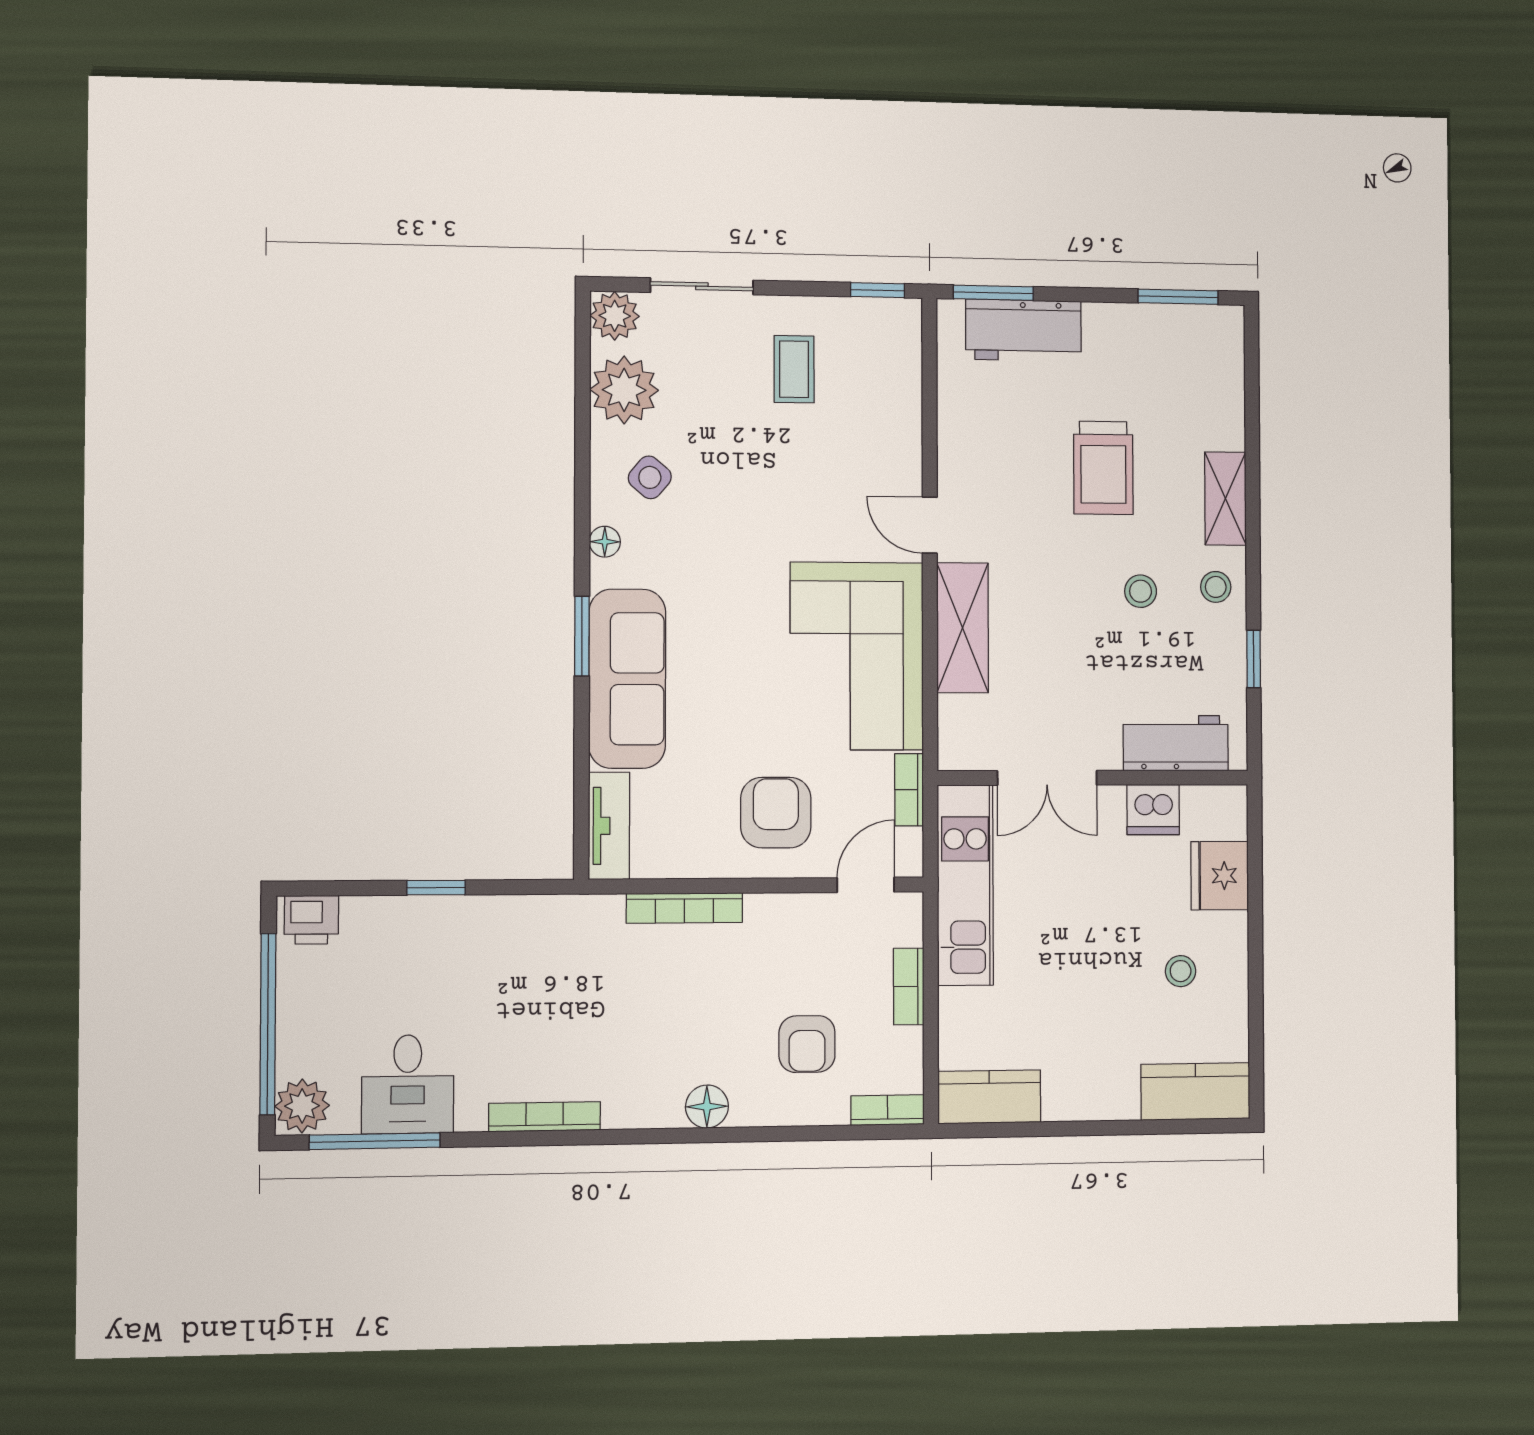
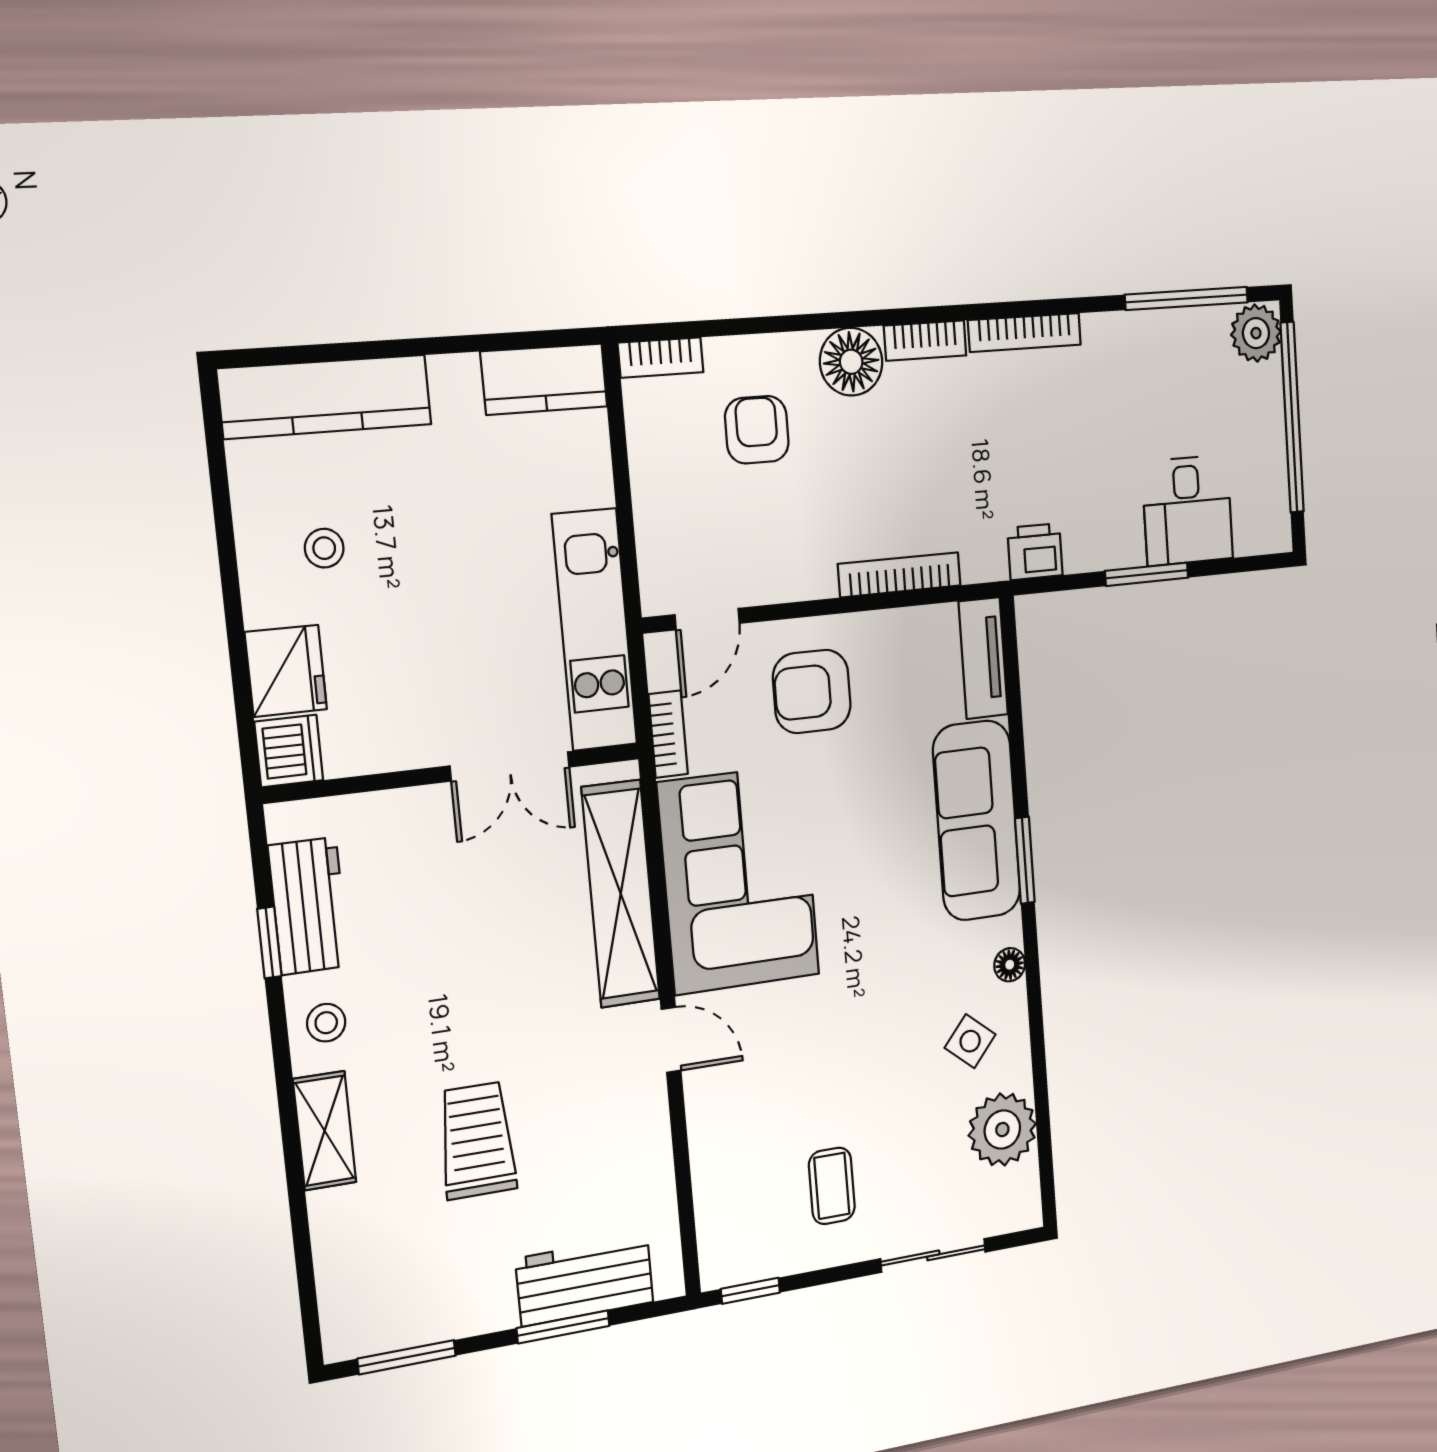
window: (993, 293) -> (563, 1327), moved
plant: (615, 316) -> (1017, 1206), removed
stool: (1141, 591) -> (419, 1003), removed
shelving: (963, 628) -> (621, 894), width x1.47
workbench: (1176, 743) -> (309, 906), moved, turned -90
double door: (1047, 778) -> (510, 766), swing flipped
dishwasher: (1153, 810) -> (289, 751), moved, turned 90
armchair: (776, 813) -> (812, 691), turned 90
window: (436, 888) -> (1147, 574), width x1.50
printer: (311, 920) -> (1035, 552), moved
bookcase: (909, 986) -> (925, 341), moved, turned 90
desk: (408, 1084) -> (1188, 510), moved, turned 180
kitchen counter: (1196, 1091) -> (325, 397), width x1.50
floor lamp: (707, 1107) -> (851, 362), width x1.38, depth x1.38

